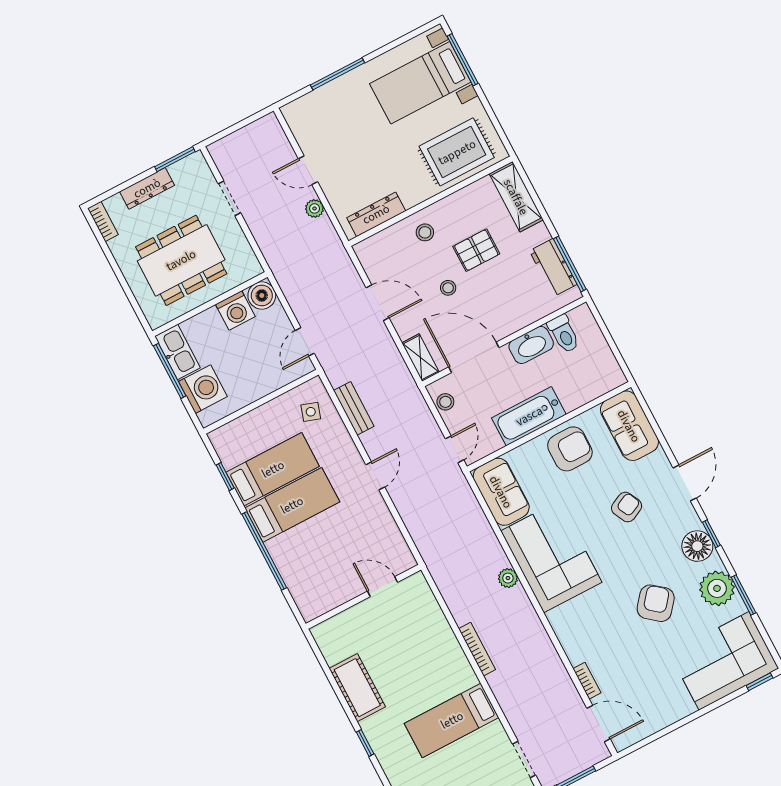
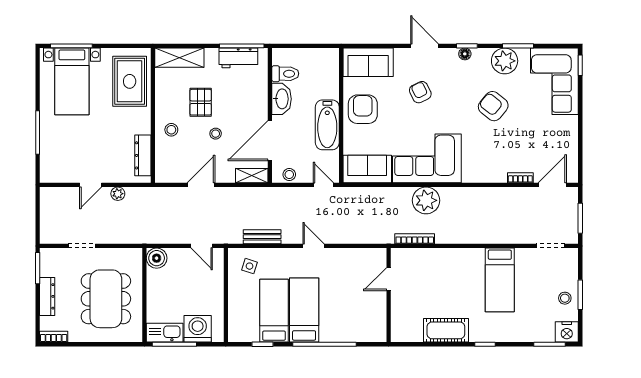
washing machine: (235, 310) -> (157, 281), removed
floor lamp: (697, 546) -> (465, 54), width x0.53, depth x0.53
plant: (508, 578) -> (426, 200), width x1.88, depth x1.88
bookcase: (477, 649) -> (415, 239), moved

